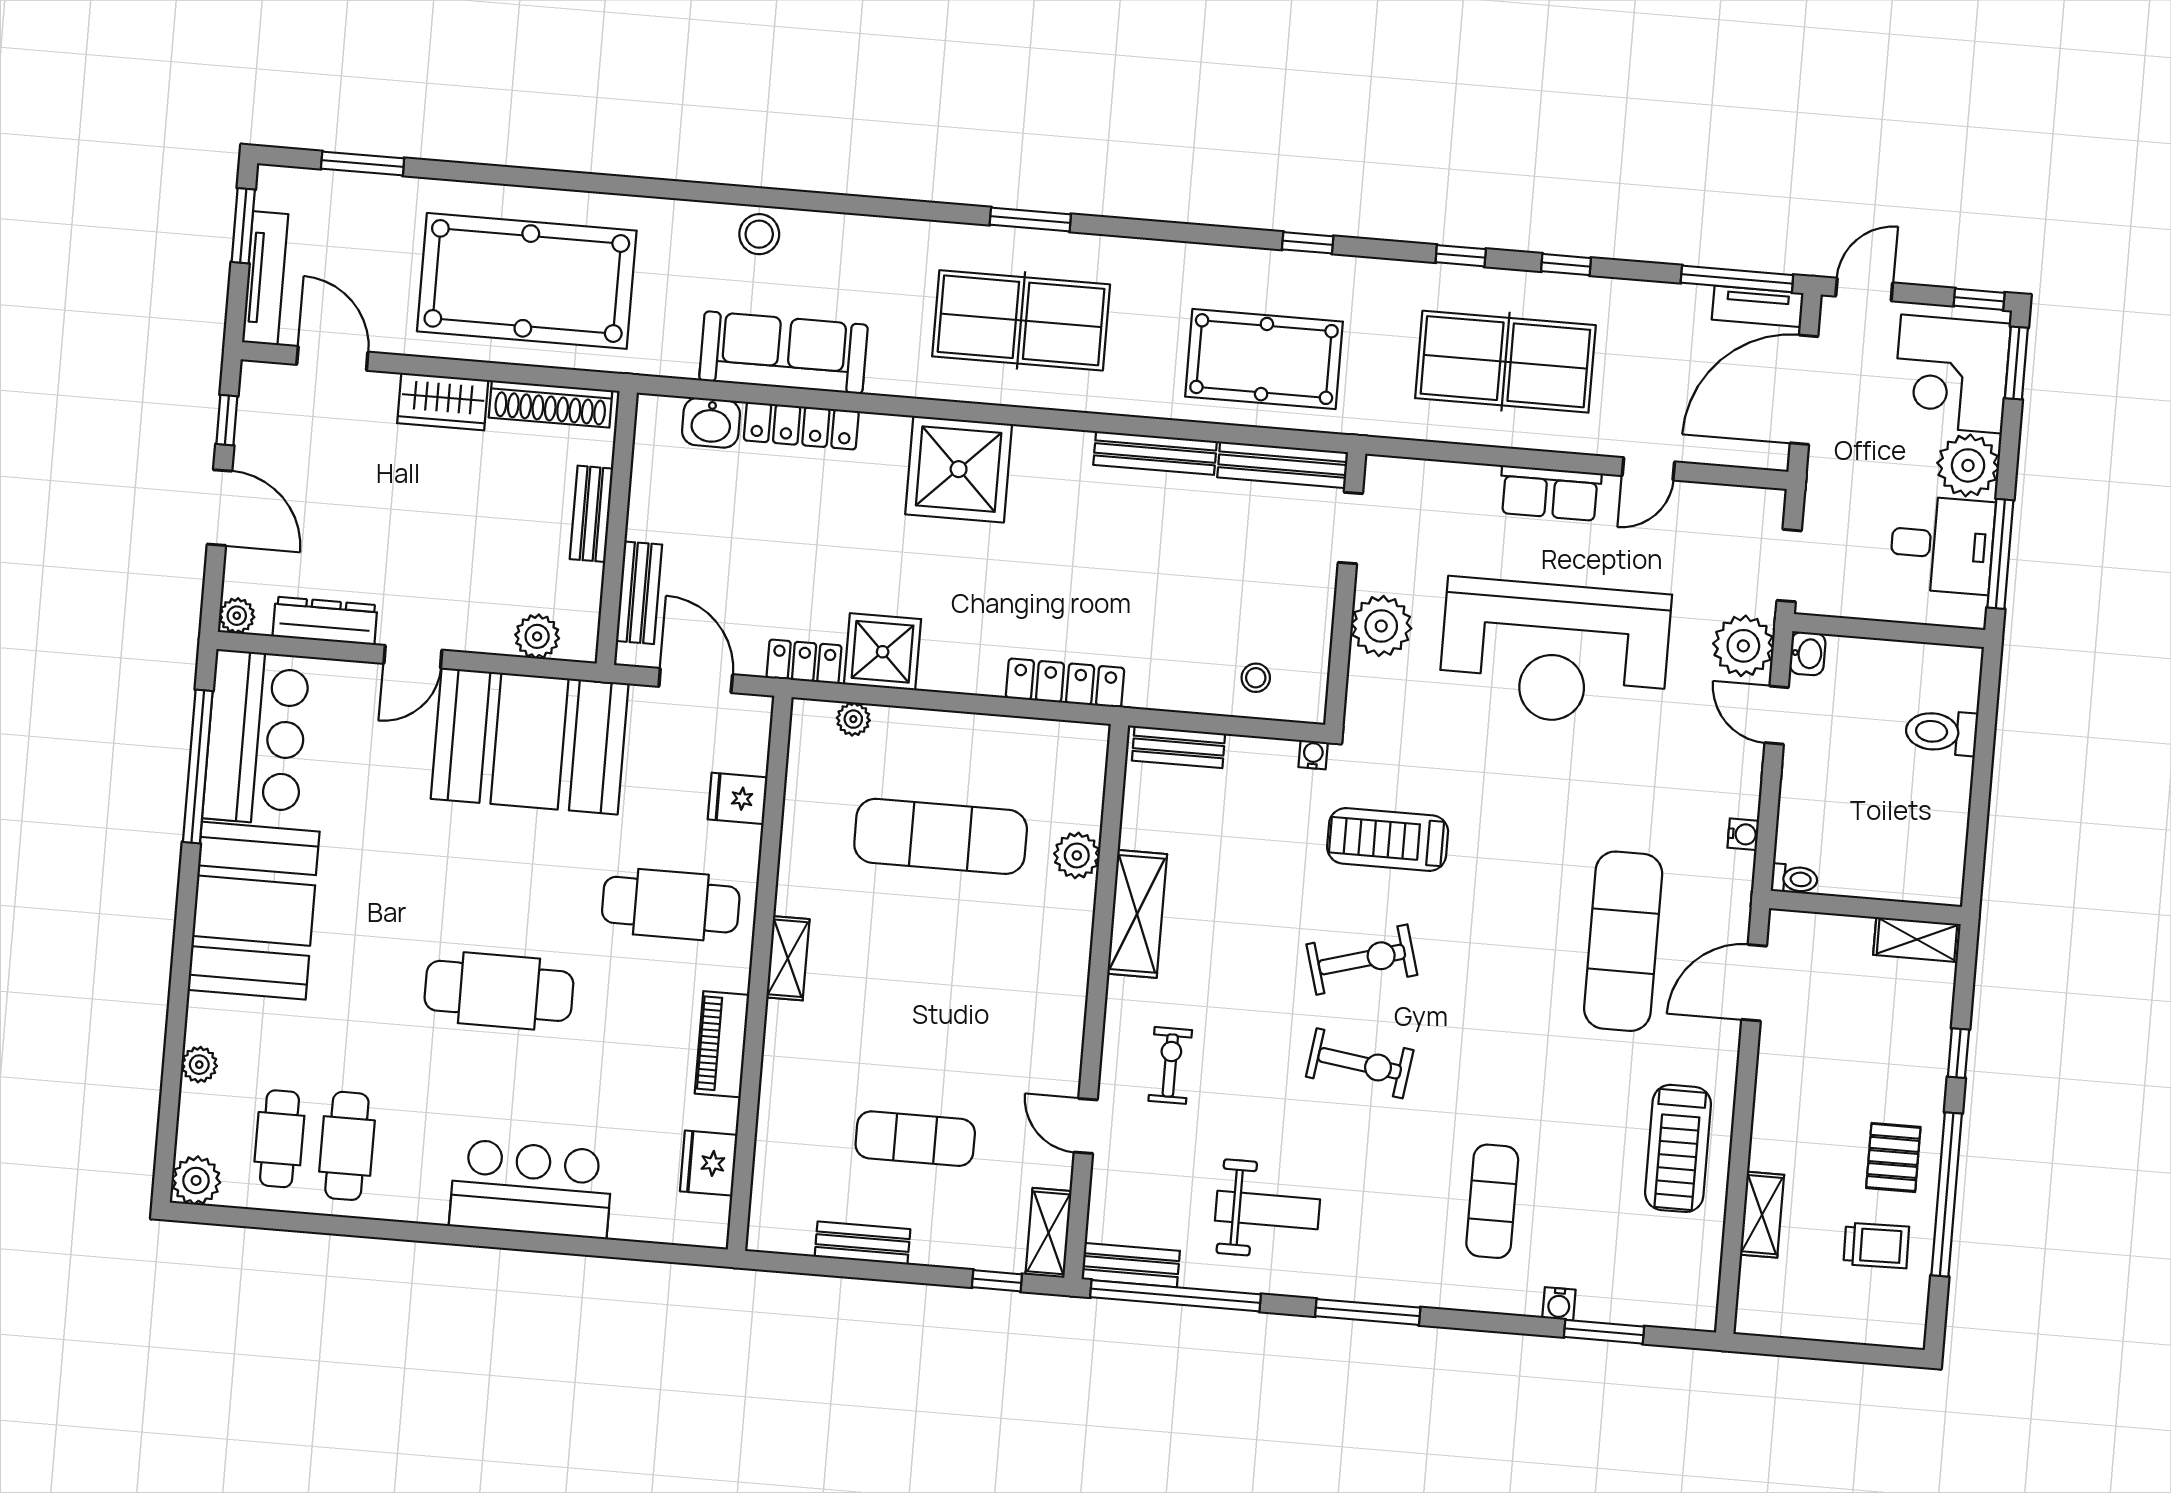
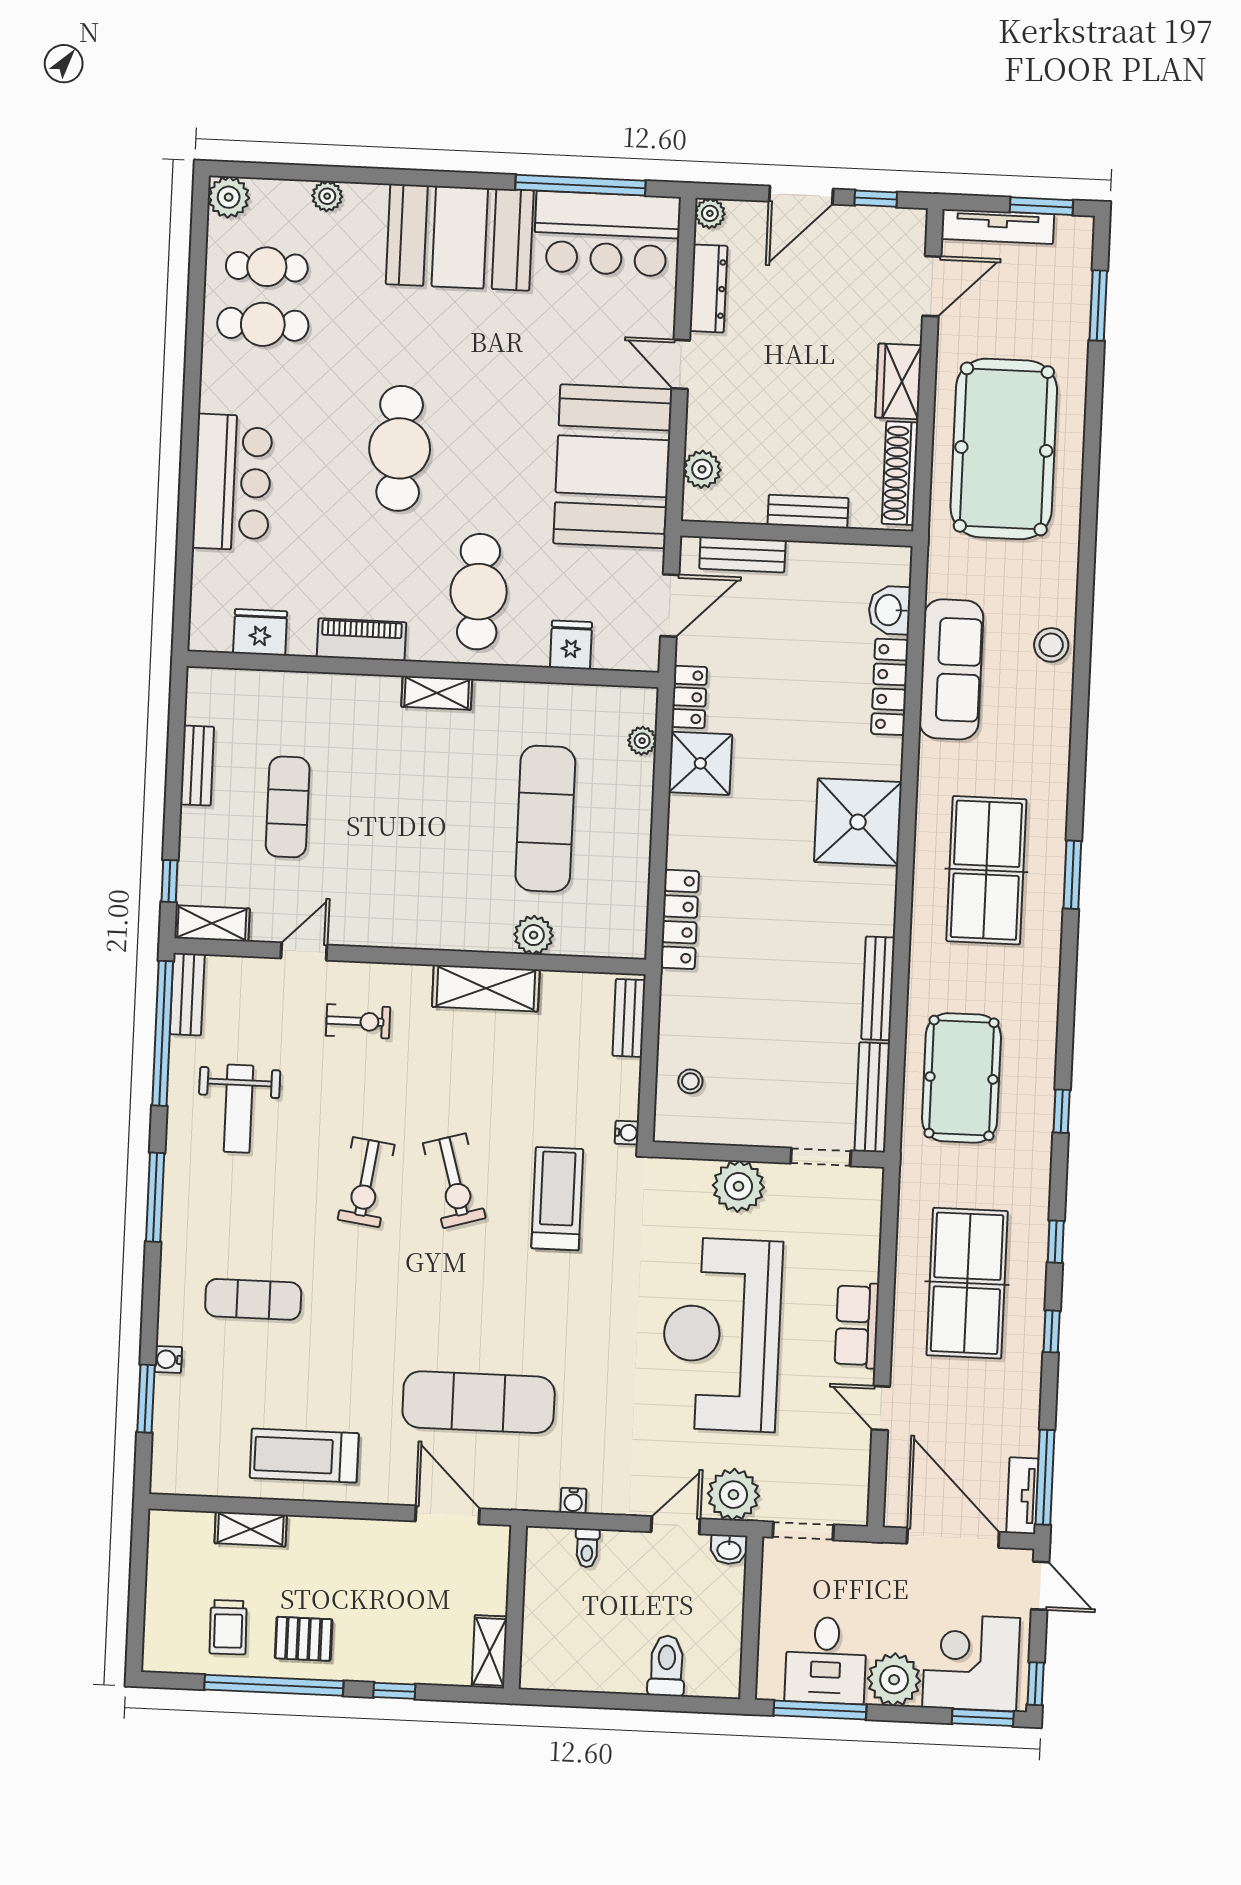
toilet: (1794, 879) -> (587, 1548), moved

